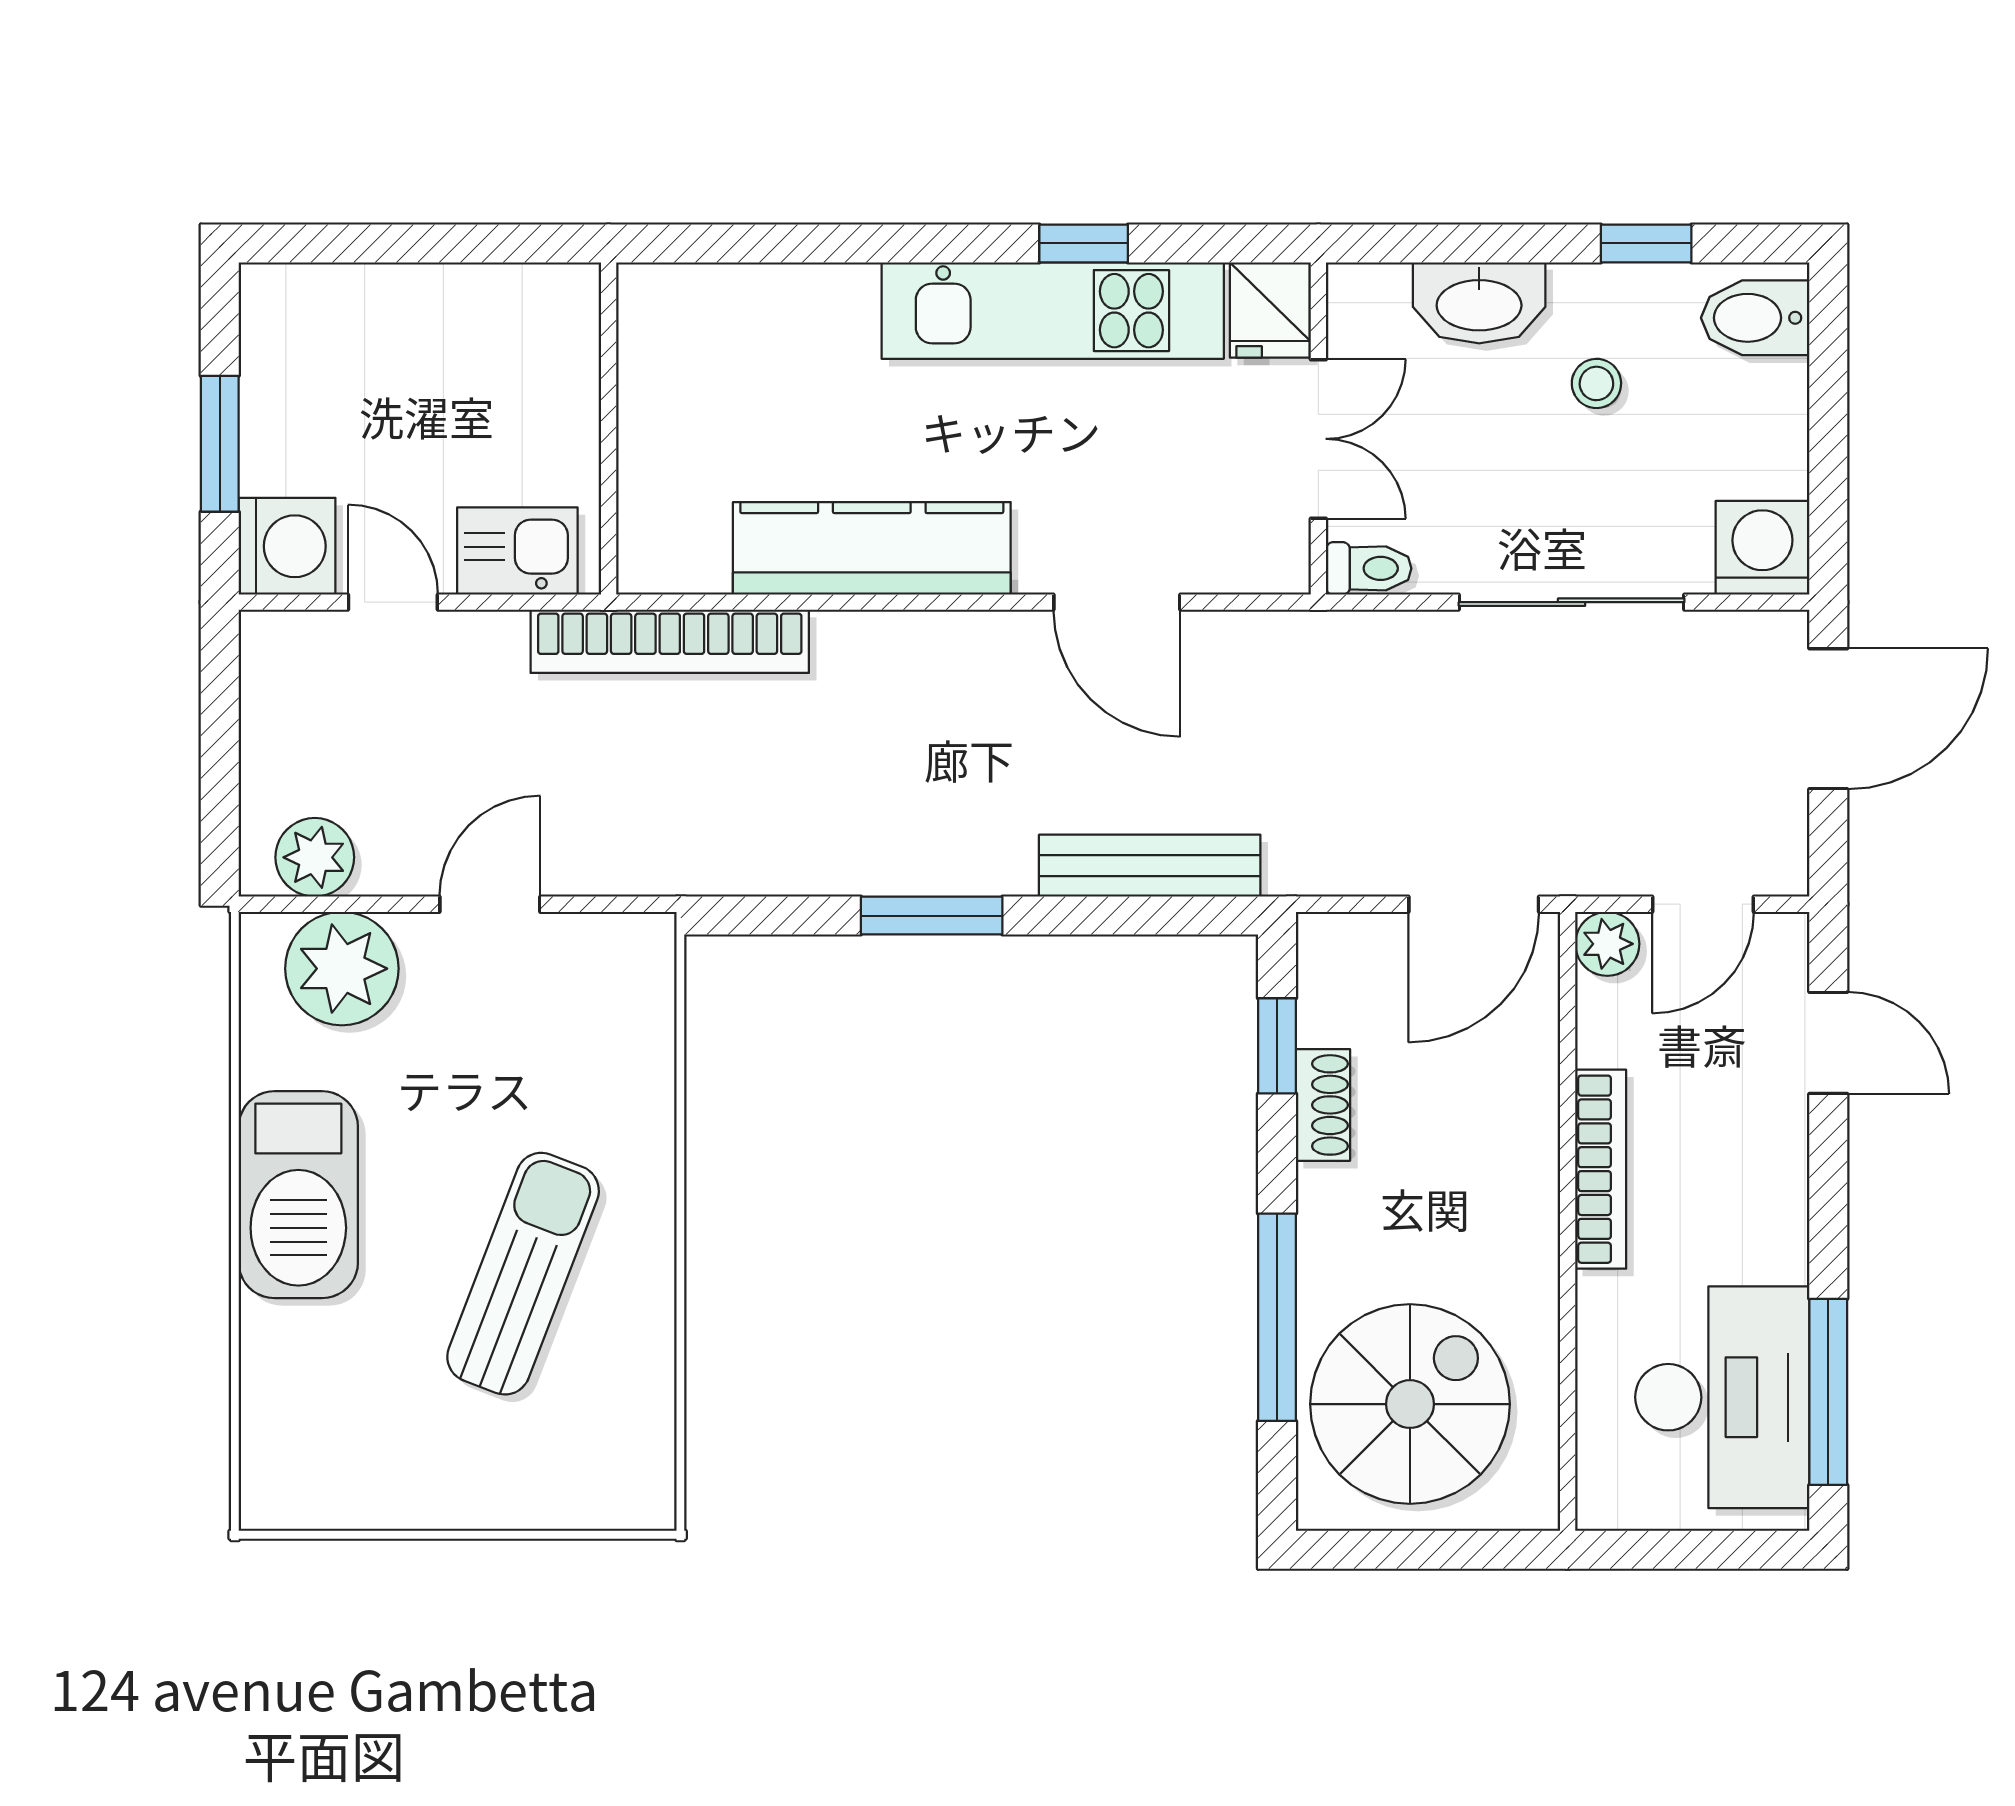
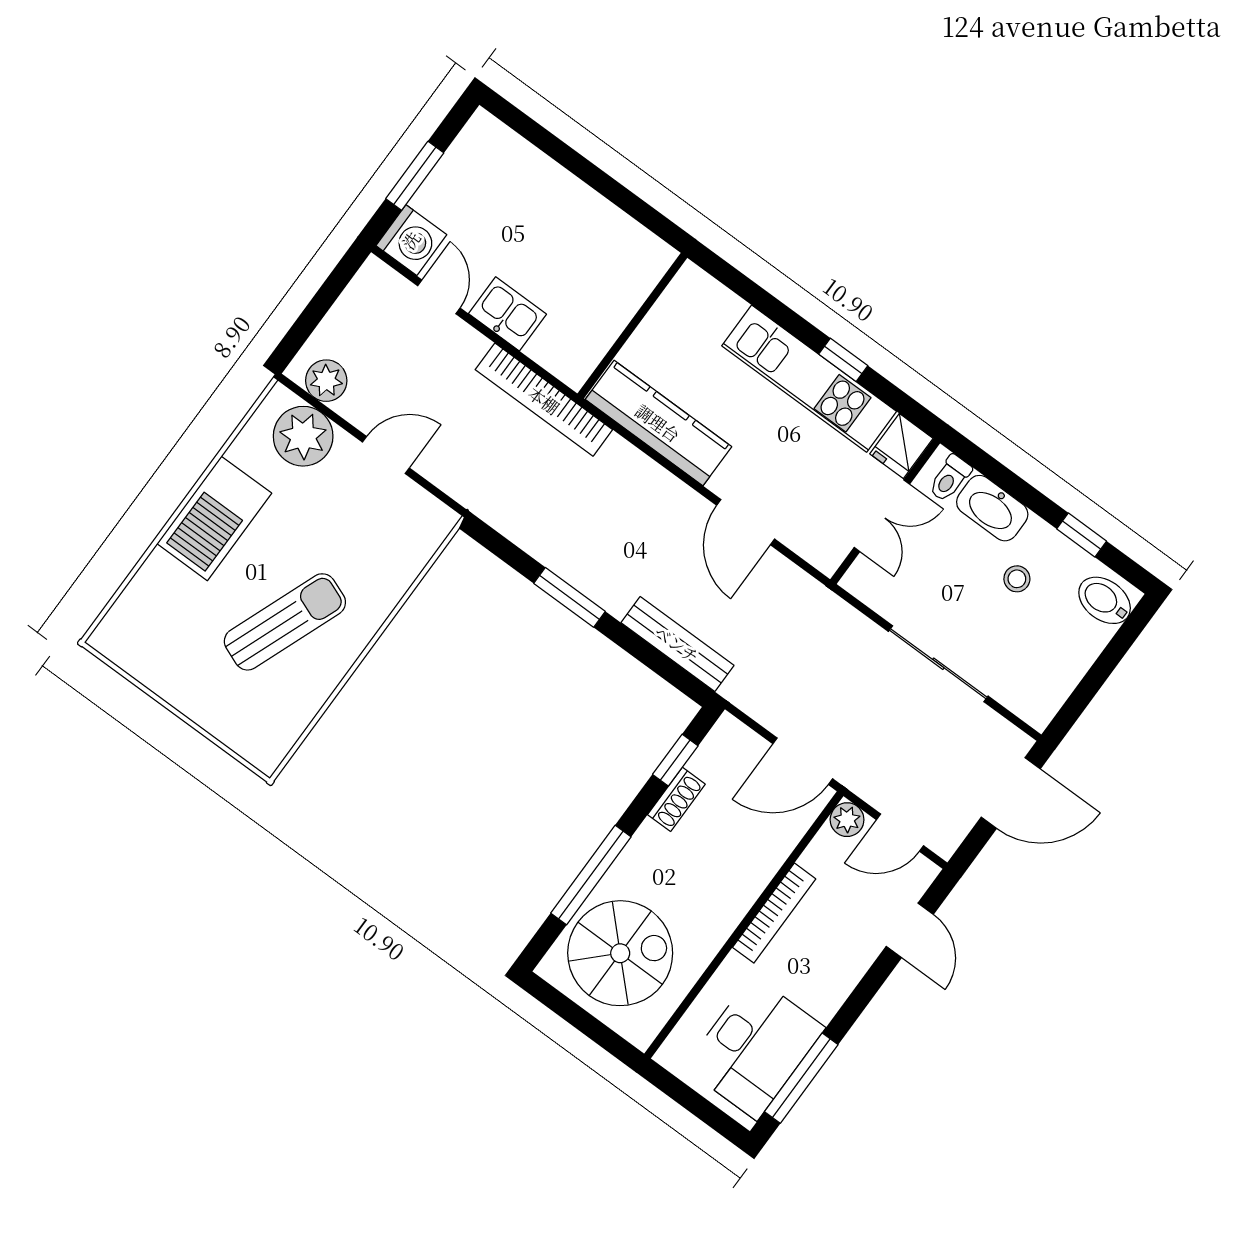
wall: (609, 428) -> (632, 326), moved
washing machine: (1762, 548) -> (1036, 700), removed
toilet: (1369, 568) -> (950, 478), moved, turned 90

